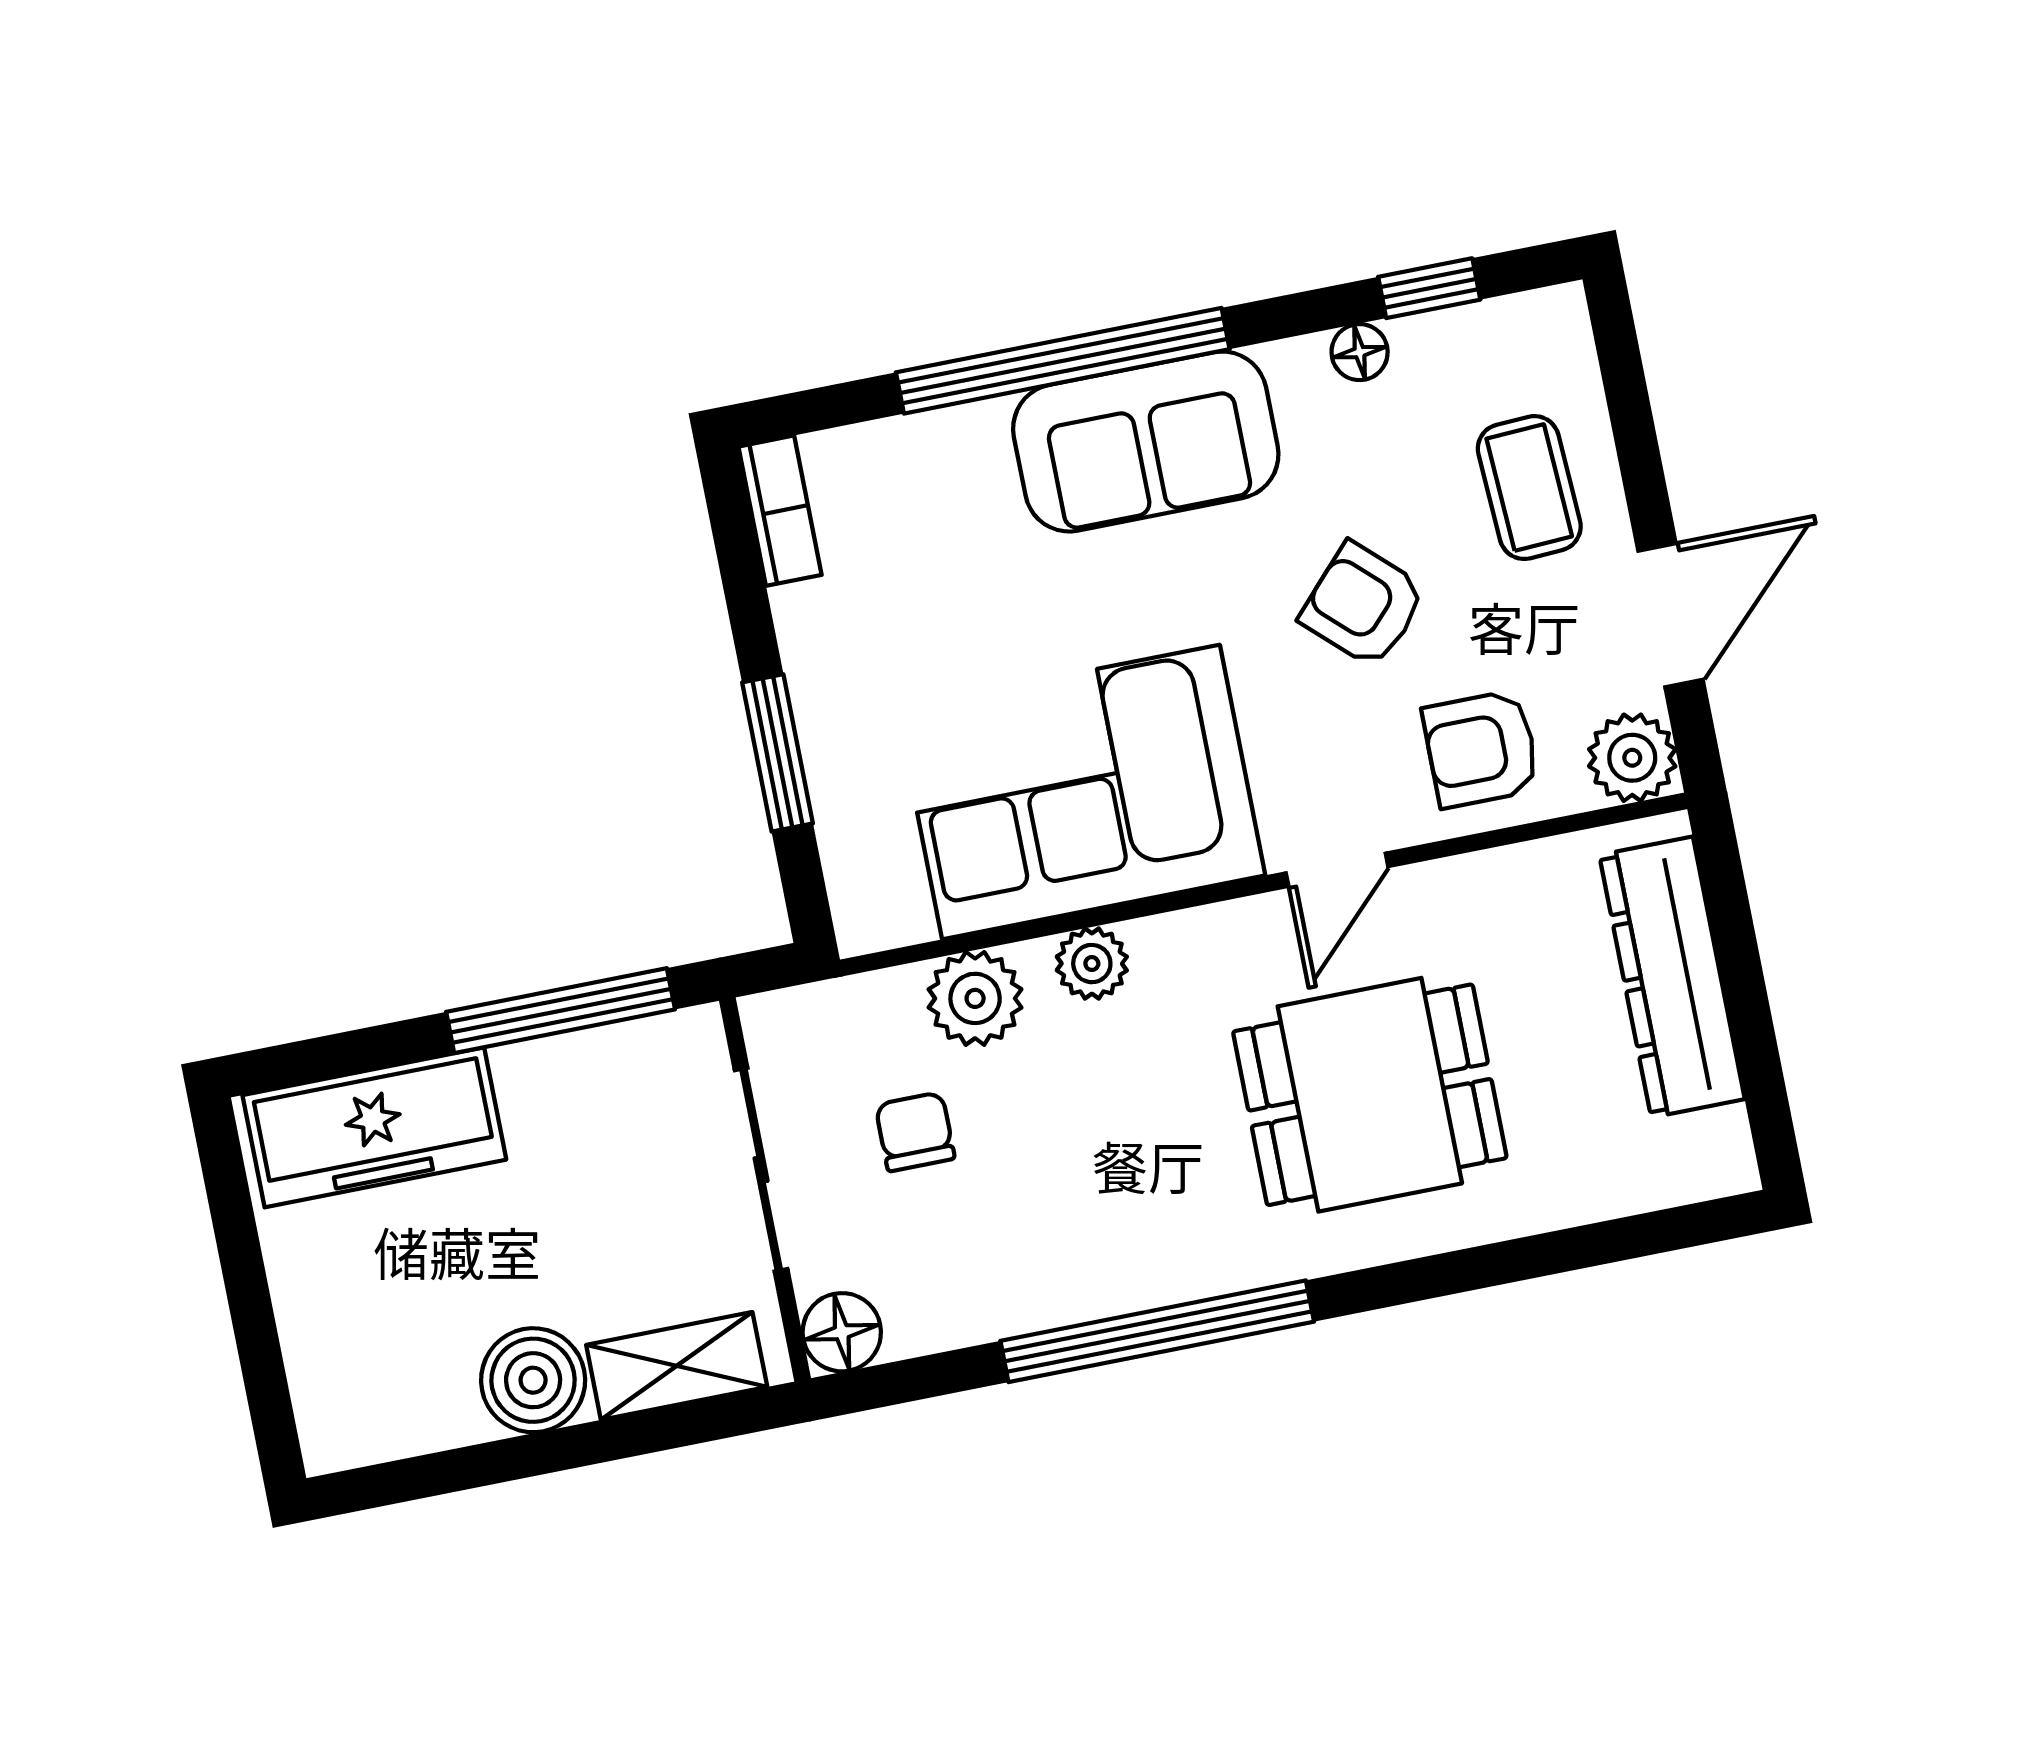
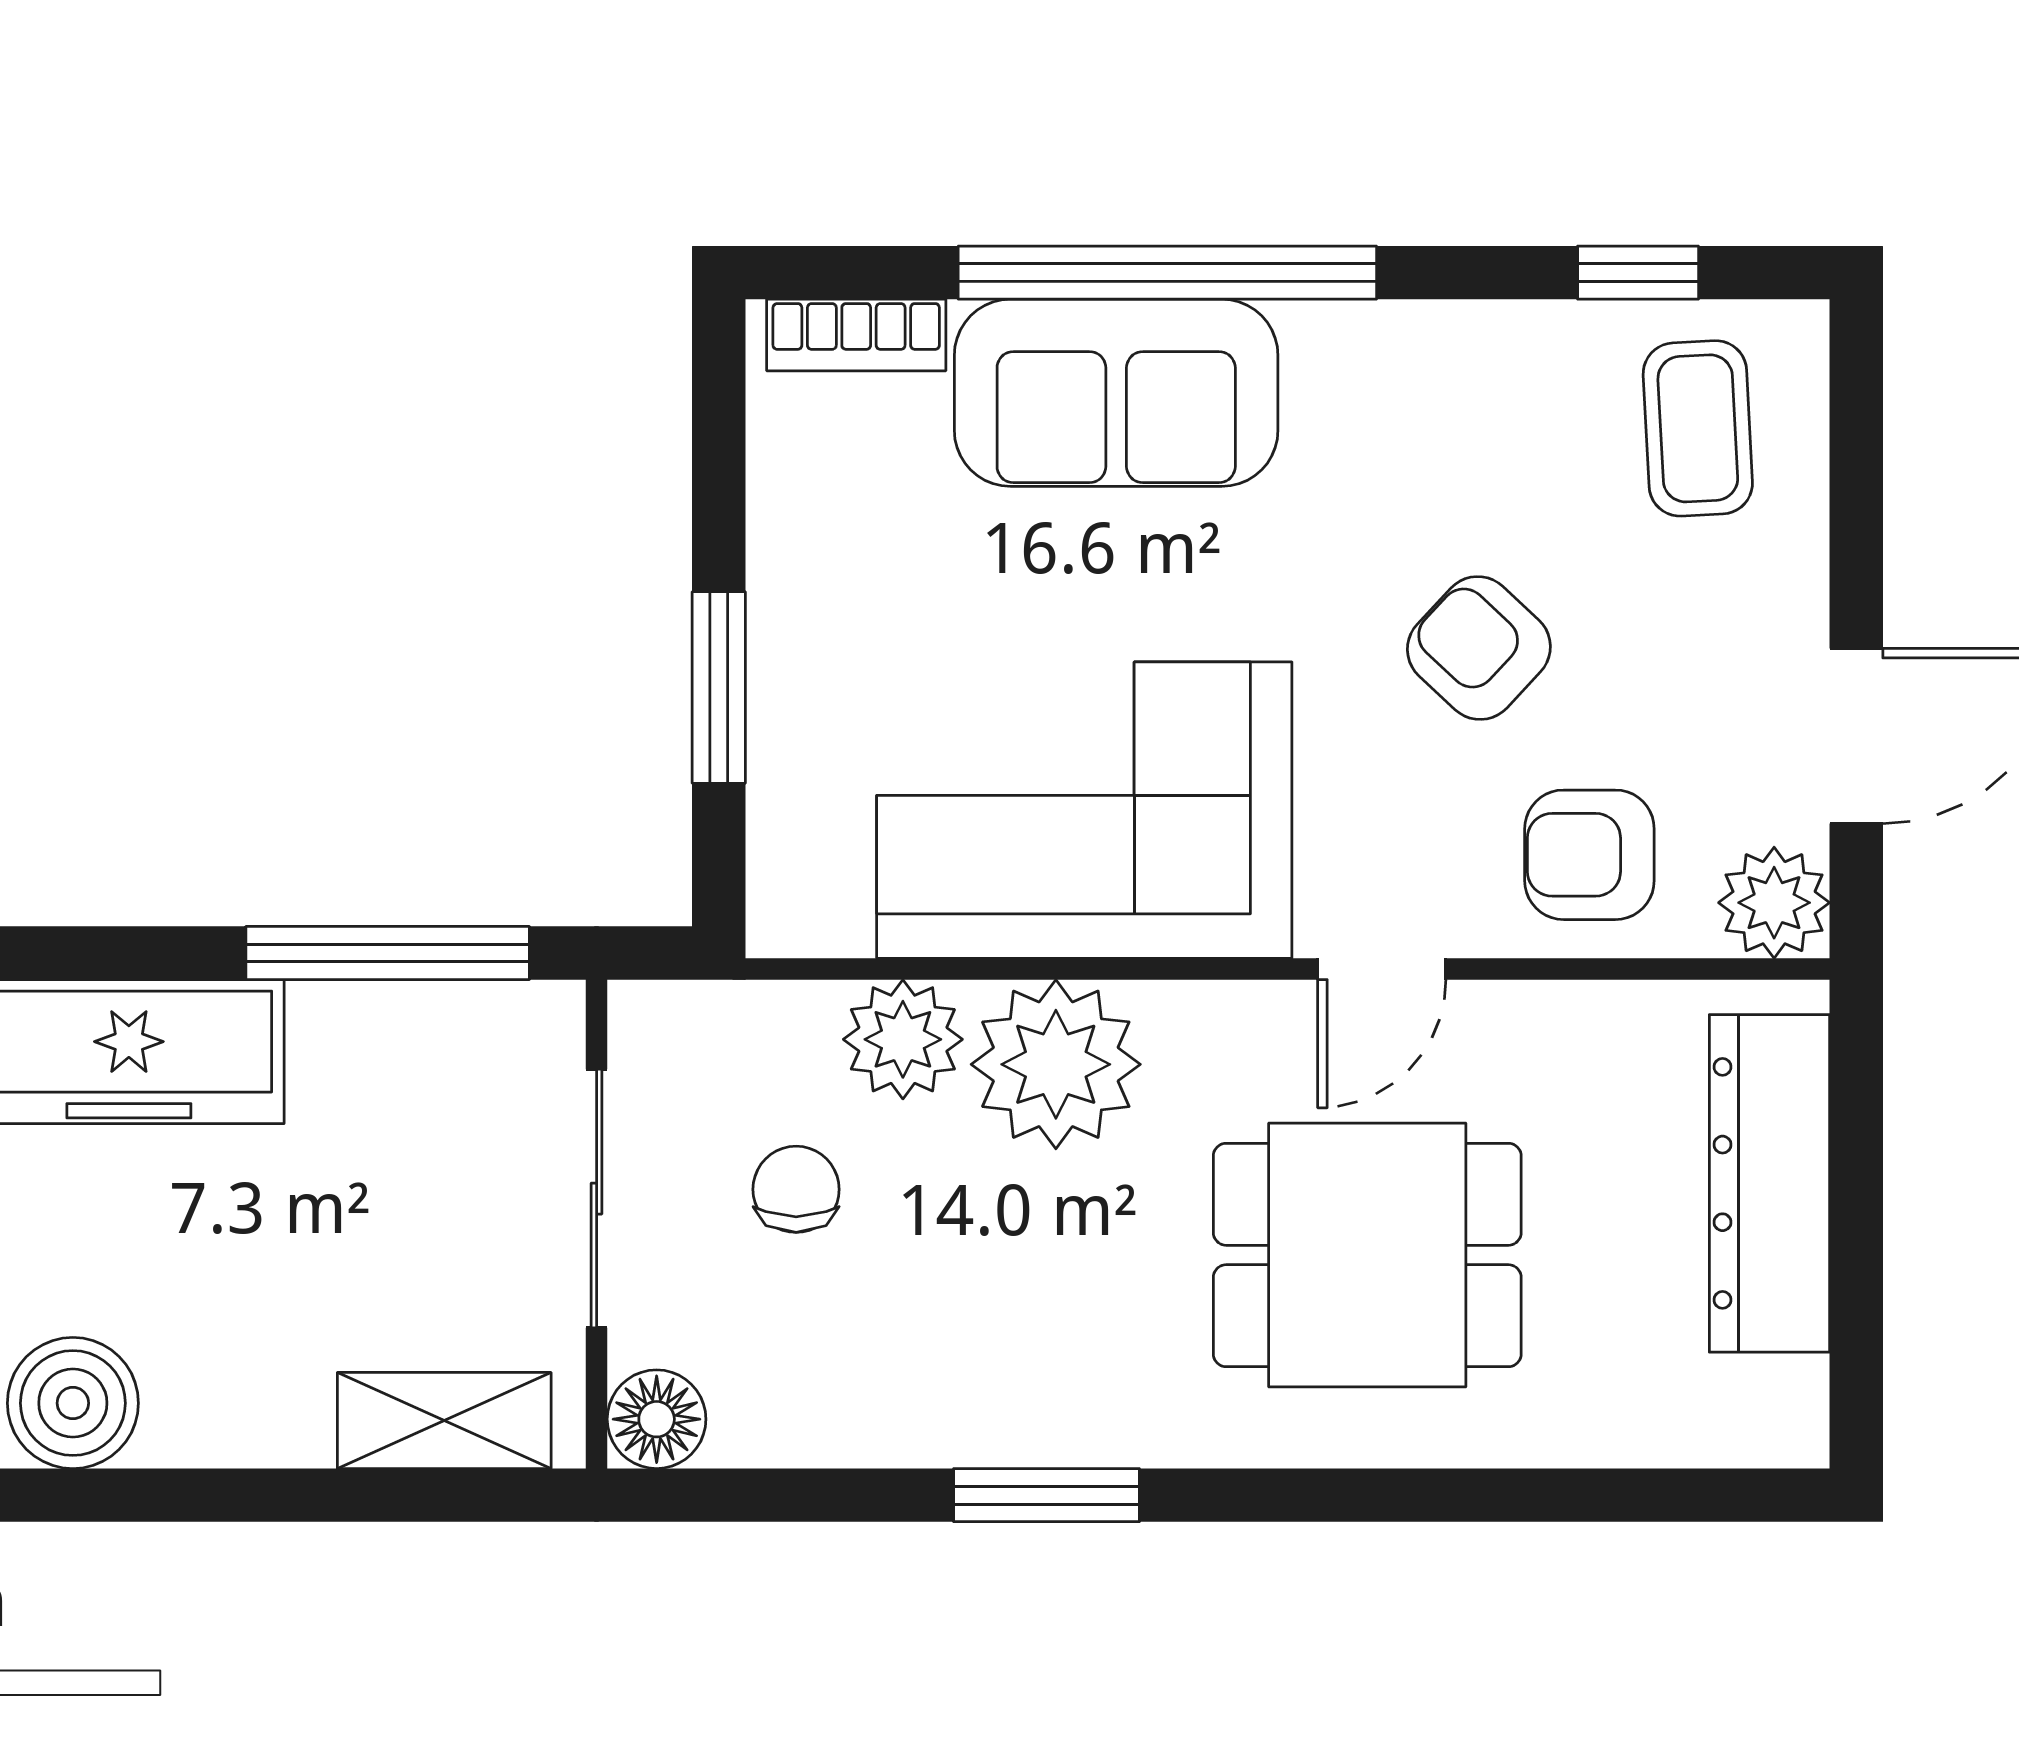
floor lamp: (1360, 352) -> (1536, 335), removed
sofa: (1146, 442) -> (1116, 393), moved
coffee table: (1529, 488) -> (1698, 428), moved
bookcase: (780, 511) -> (856, 335), moved, turned 90
plant: (1092, 964) -> (1056, 1064), width x1.87, depth x1.87
window: (1157, 1331) -> (1047, 1495), width x0.47
boiler: (533, 1380) -> (73, 1403), moved

